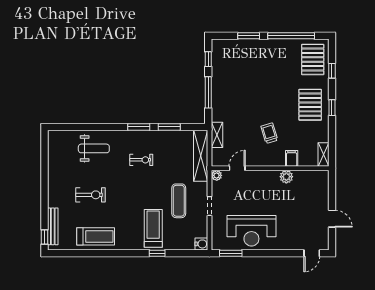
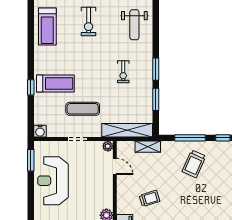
trolley: (234, 88) -> (194, 164), added

